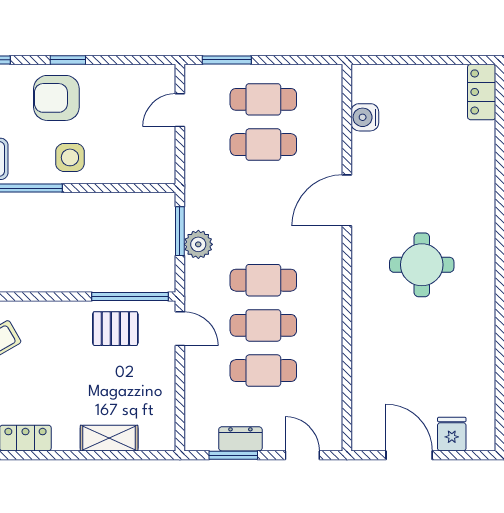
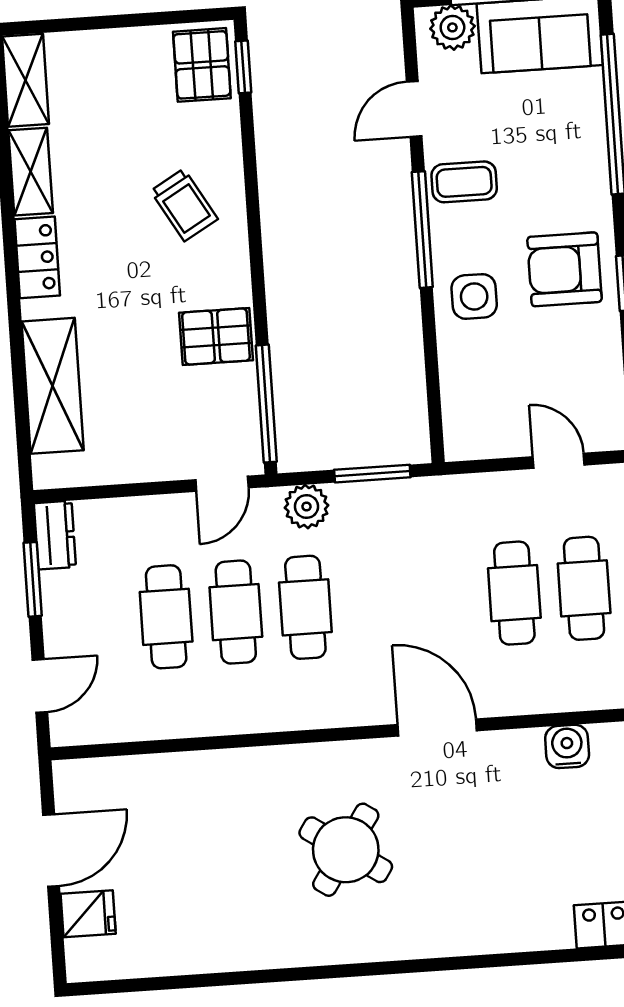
armchair: (56, 98) -> (564, 269), turned -90
plant: (198, 244) -> (307, 506), moved
round table: (422, 265) -> (346, 850), turned 34
pallet: (115, 329) -> (216, 336), moved, turned 90
shelving: (109, 438) -> (53, 386), width x1.50, depth x1.33
dresser: (240, 439) -> (55, 535), moved

